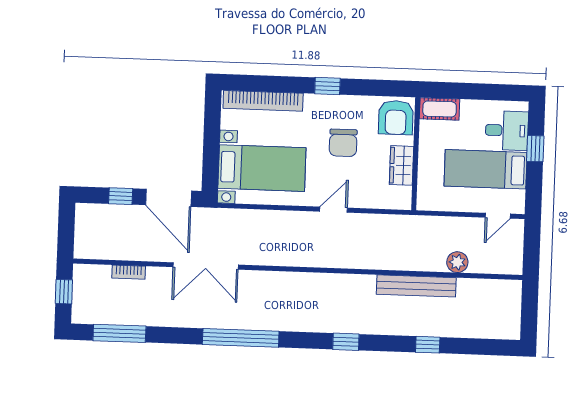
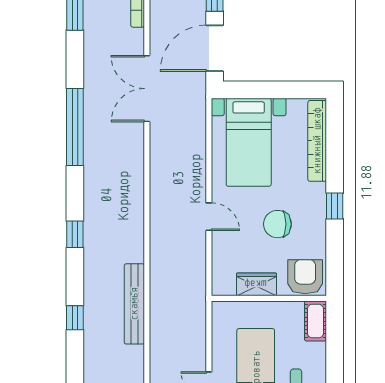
armchair: (396, 118) -> (305, 277), turned 90
plant: (457, 262) -> (160, 345), removed

